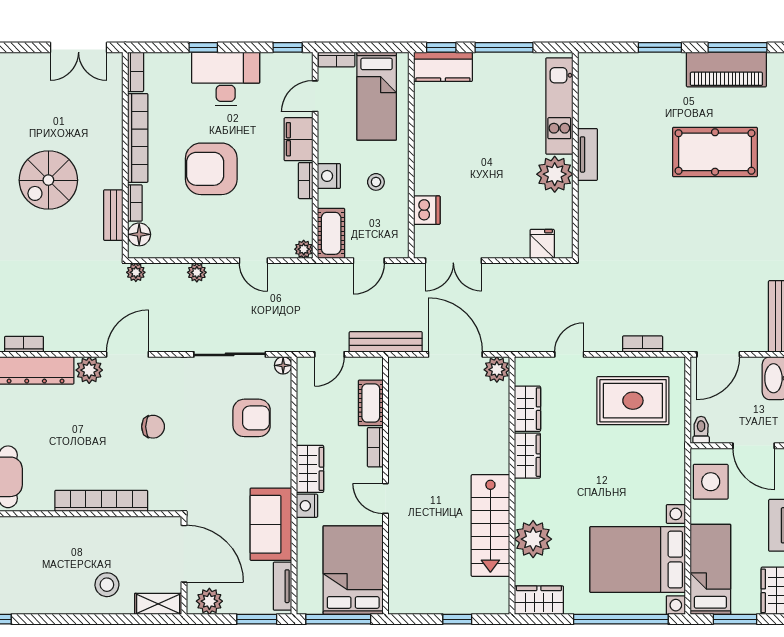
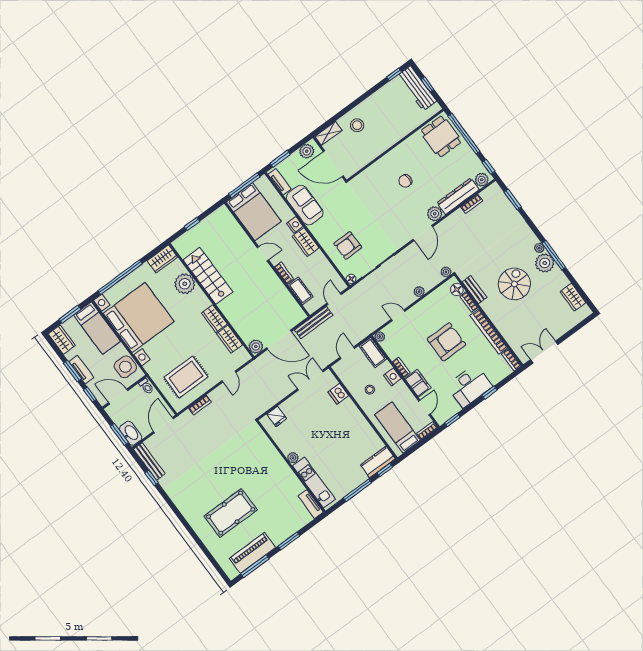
tv unit: (587, 154) -> (311, 504), moved
plant: (555, 174) -> (293, 458), width x0.53, depth x0.53
chair: (153, 427) -> (405, 181), moved
bookcase: (101, 501) -> (387, 160), removed
bed with nightstands: (638, 560) -> (139, 317), width x1.36

